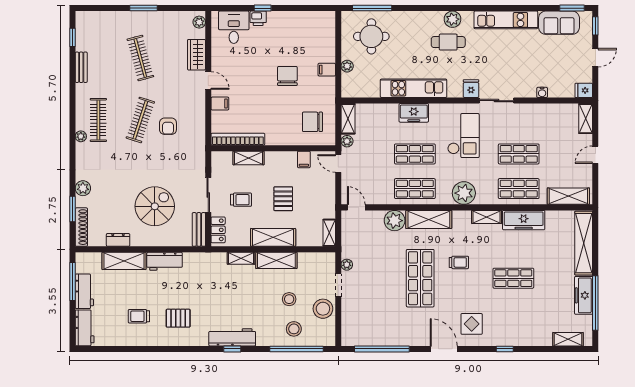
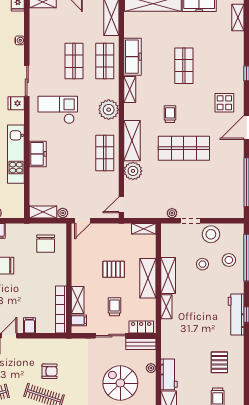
shop shelf: (415, 154) -> (74, 153), removed
filing cabinet: (304, 159) -> (79, 320), moved
plant: (172, 241) -> (151, 368), added

